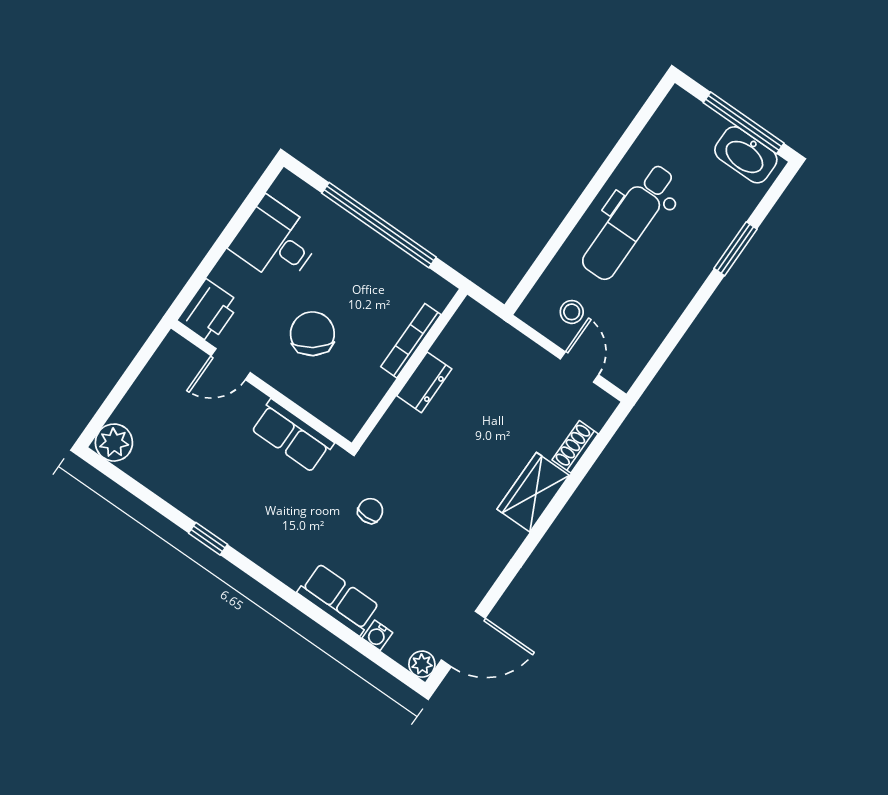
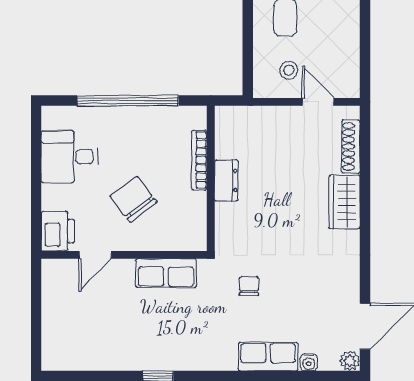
plant: (114, 443) -> (56, 356), removed
shoe rack: (575, 447) -> (351, 147), width x1.43

